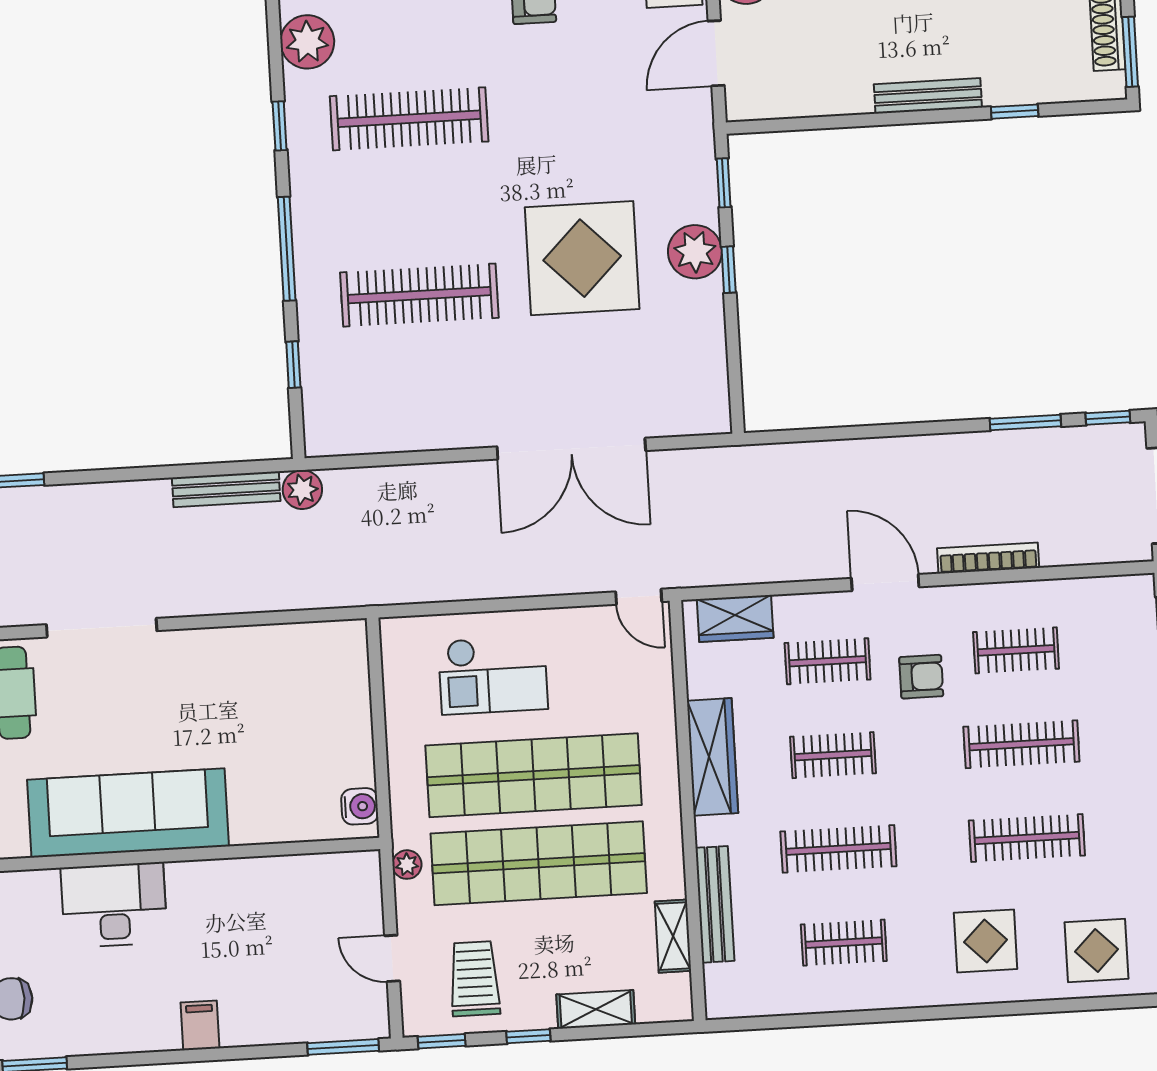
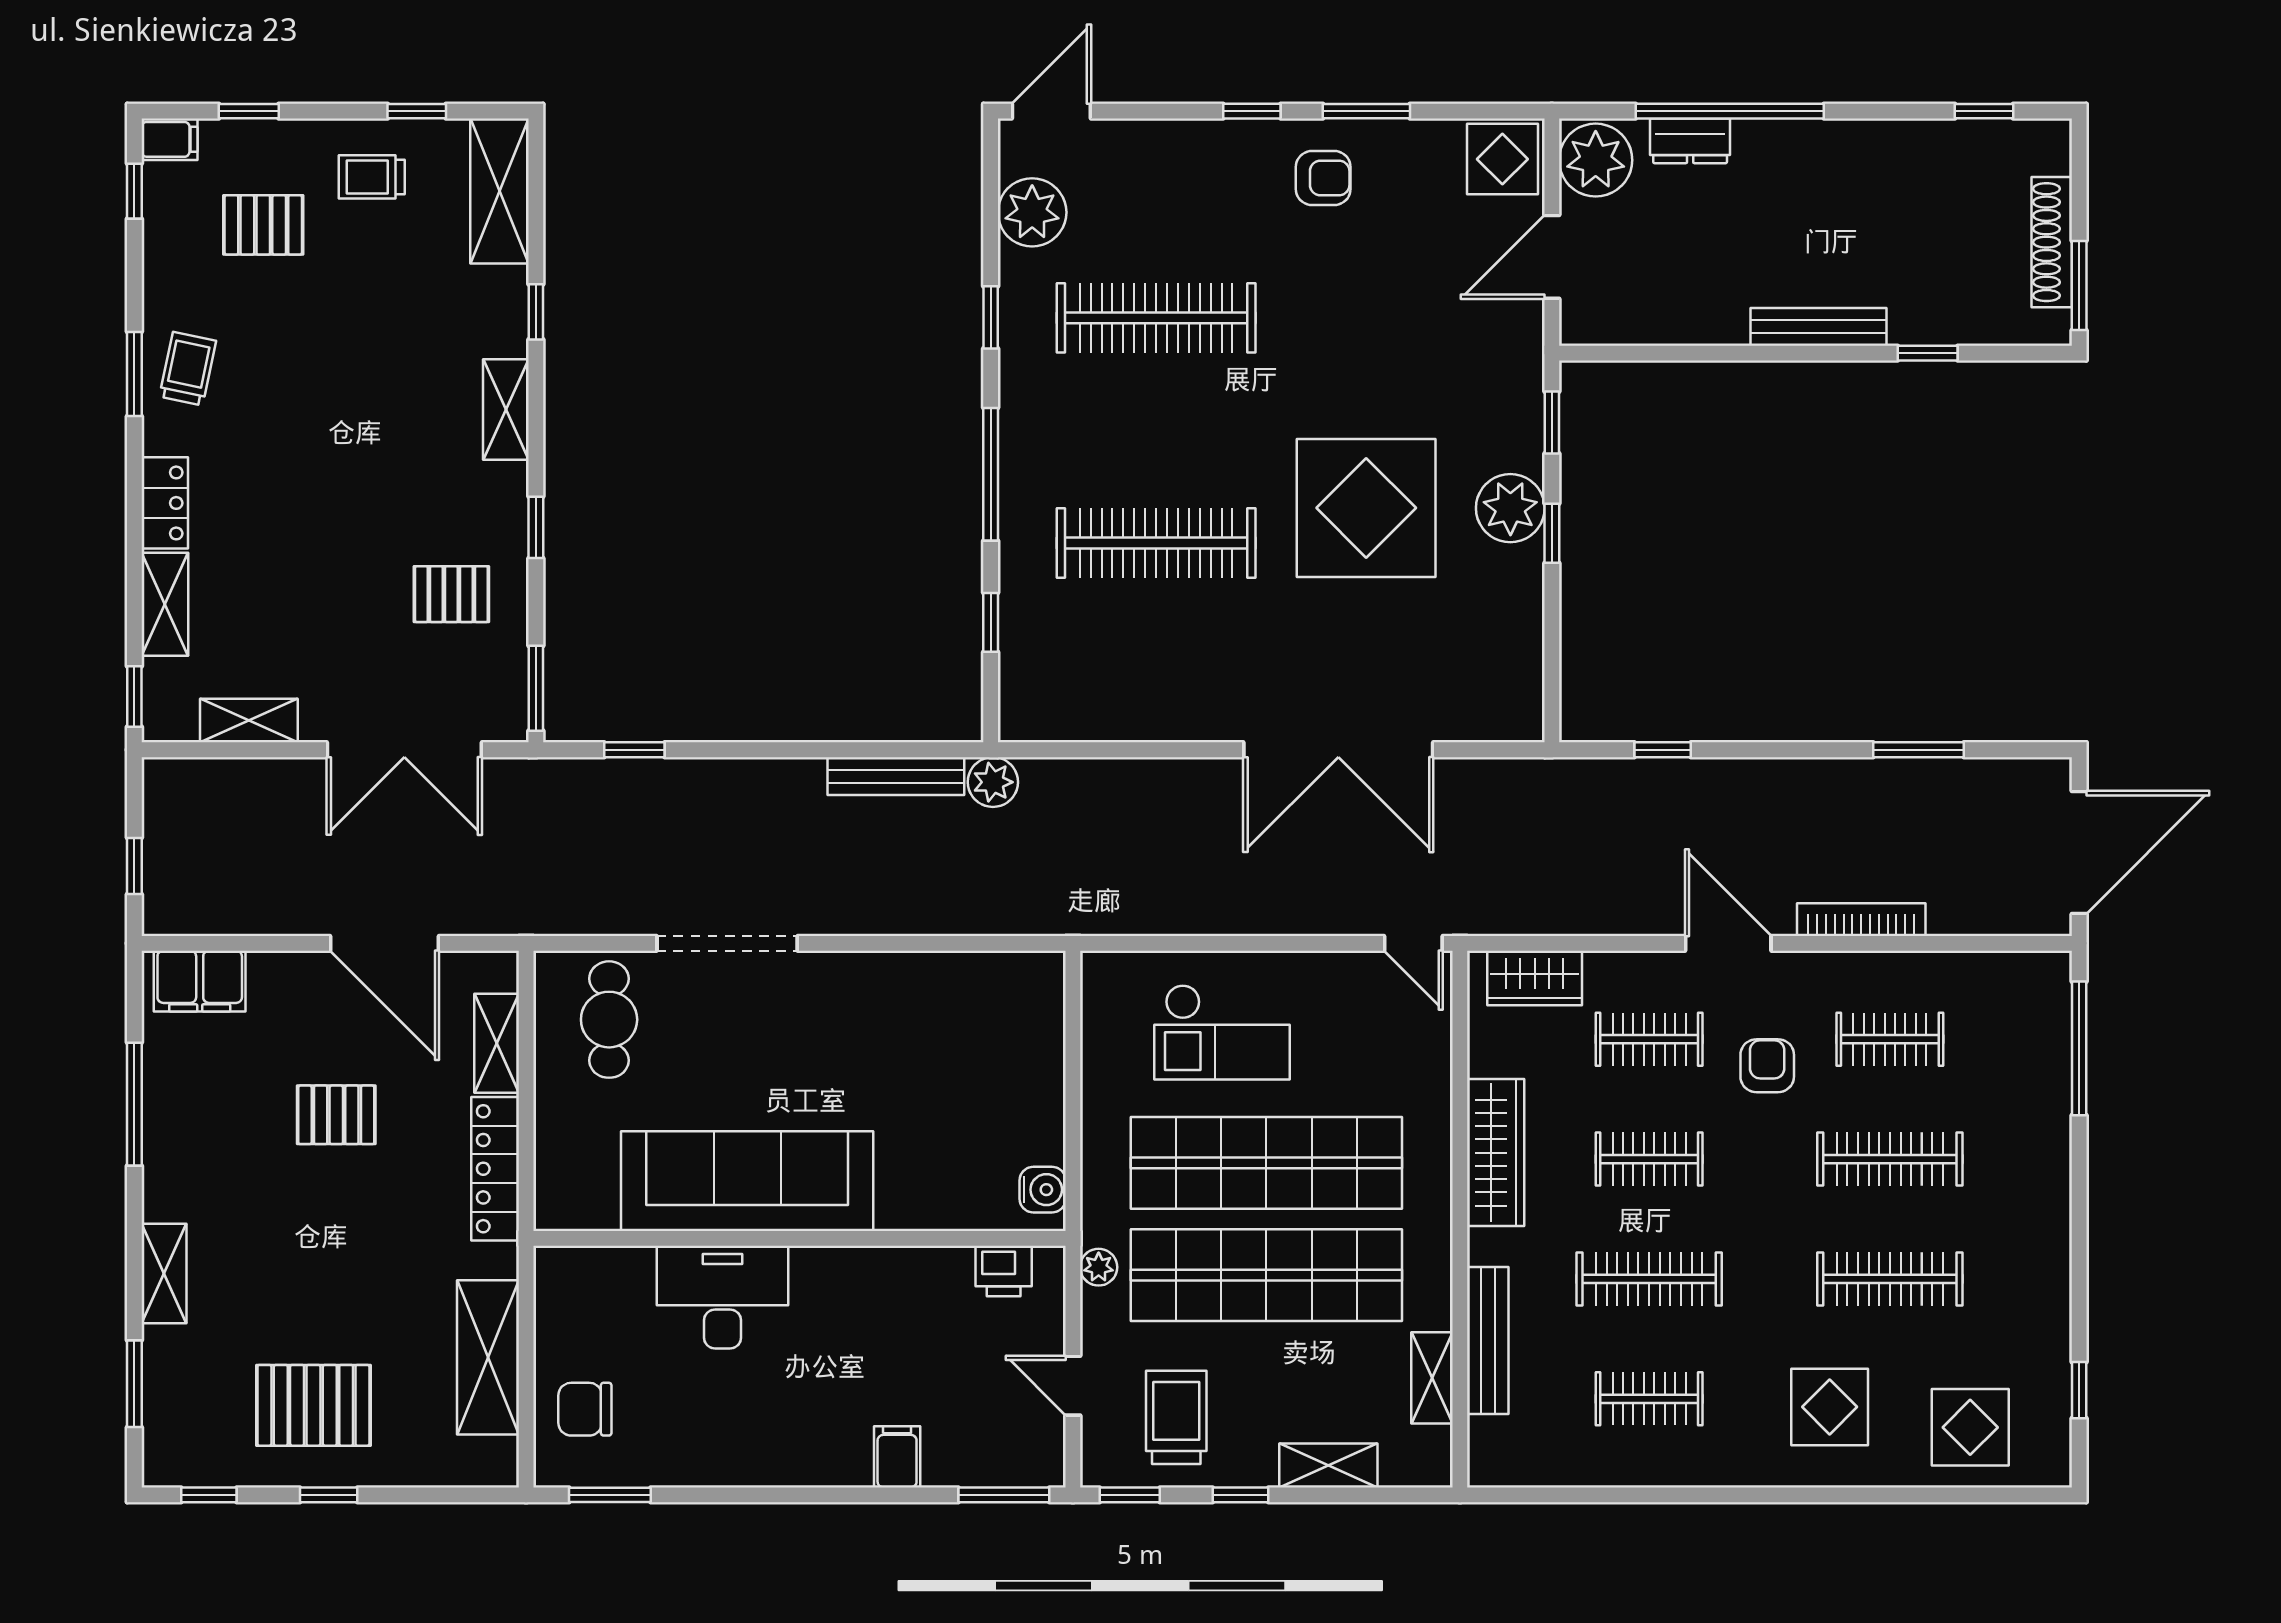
window: (1108, 418) -> (1663, 750), moved
armchair: (921, 677) -> (1767, 1066), turned -90
printer: (333, 872) -> (1004, 1271), added
filing cabinet: (200, 1025) -> (897, 1457), moved

